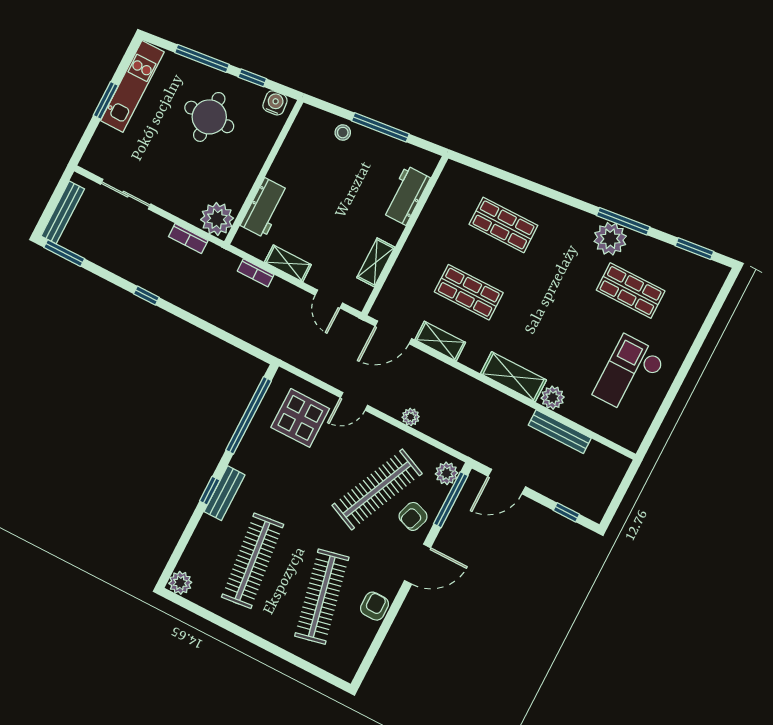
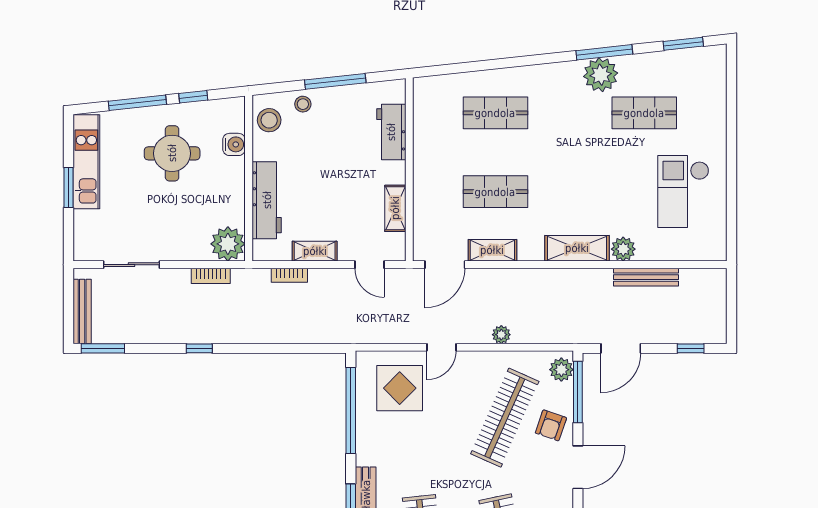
water cooler: (275, 103) -> (234, 144), moved, turned 96
stool: (307, 131) -> (269, 120), added
workbench: (265, 208) -> (267, 200), width x1.38

